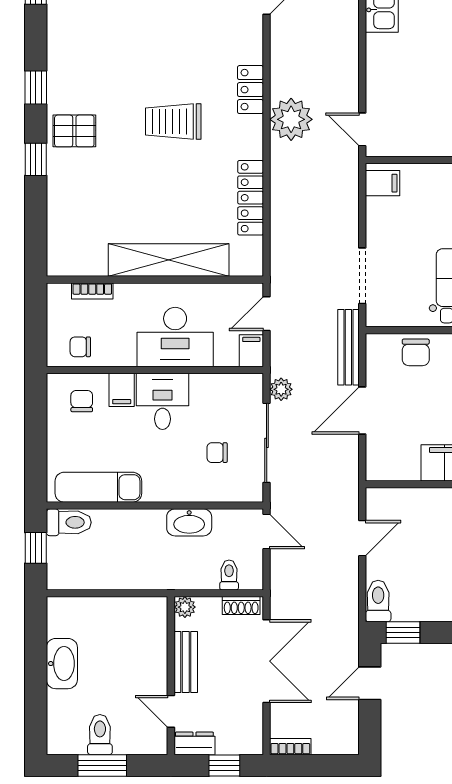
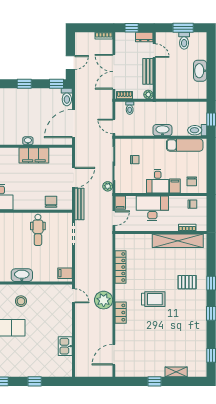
pallet: (74, 131) -> (187, 282), moved
shelving: (169, 260) -> (178, 241), moved
washbasin: (189, 522) -> (162, 130), moved
door: (362, 538) -> (74, 124), width x1.87

